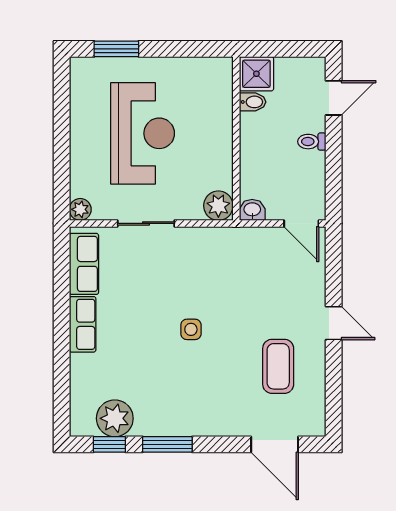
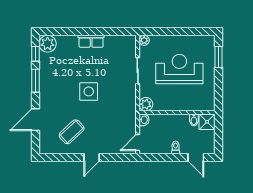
reception desk: (143, 133) -> (179, 69), turned 180
row of seats: (84, 264) -> (119, 42), removed
side table: (191, 329) -> (89, 91), width x1.87, depth x1.87
coffee table: (278, 366) -> (72, 132), turned -43
plant: (115, 418) -> (48, 44), moved
door: (275, 444) -> (35, 120), moved

